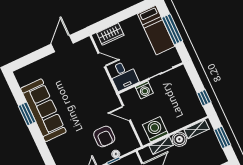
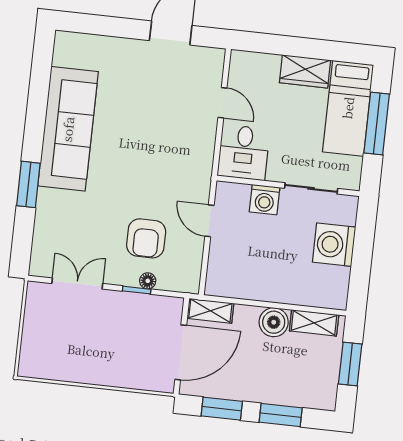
wardrobe: (110, 34) -> (305, 71), moved
window: (204, 98) -> (360, 276), removed
window: (27, 114) -> (28, 184), moved
washing machine: (155, 129) -> (334, 245), moved, turned -90
shelving: (161, 145) -> (210, 311), moved

